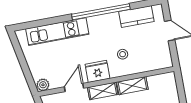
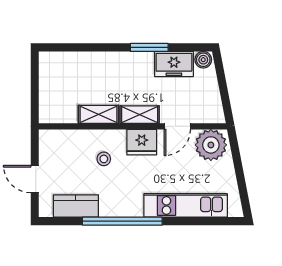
plant: (43, 85) -> (211, 145), width x1.88, depth x1.88

